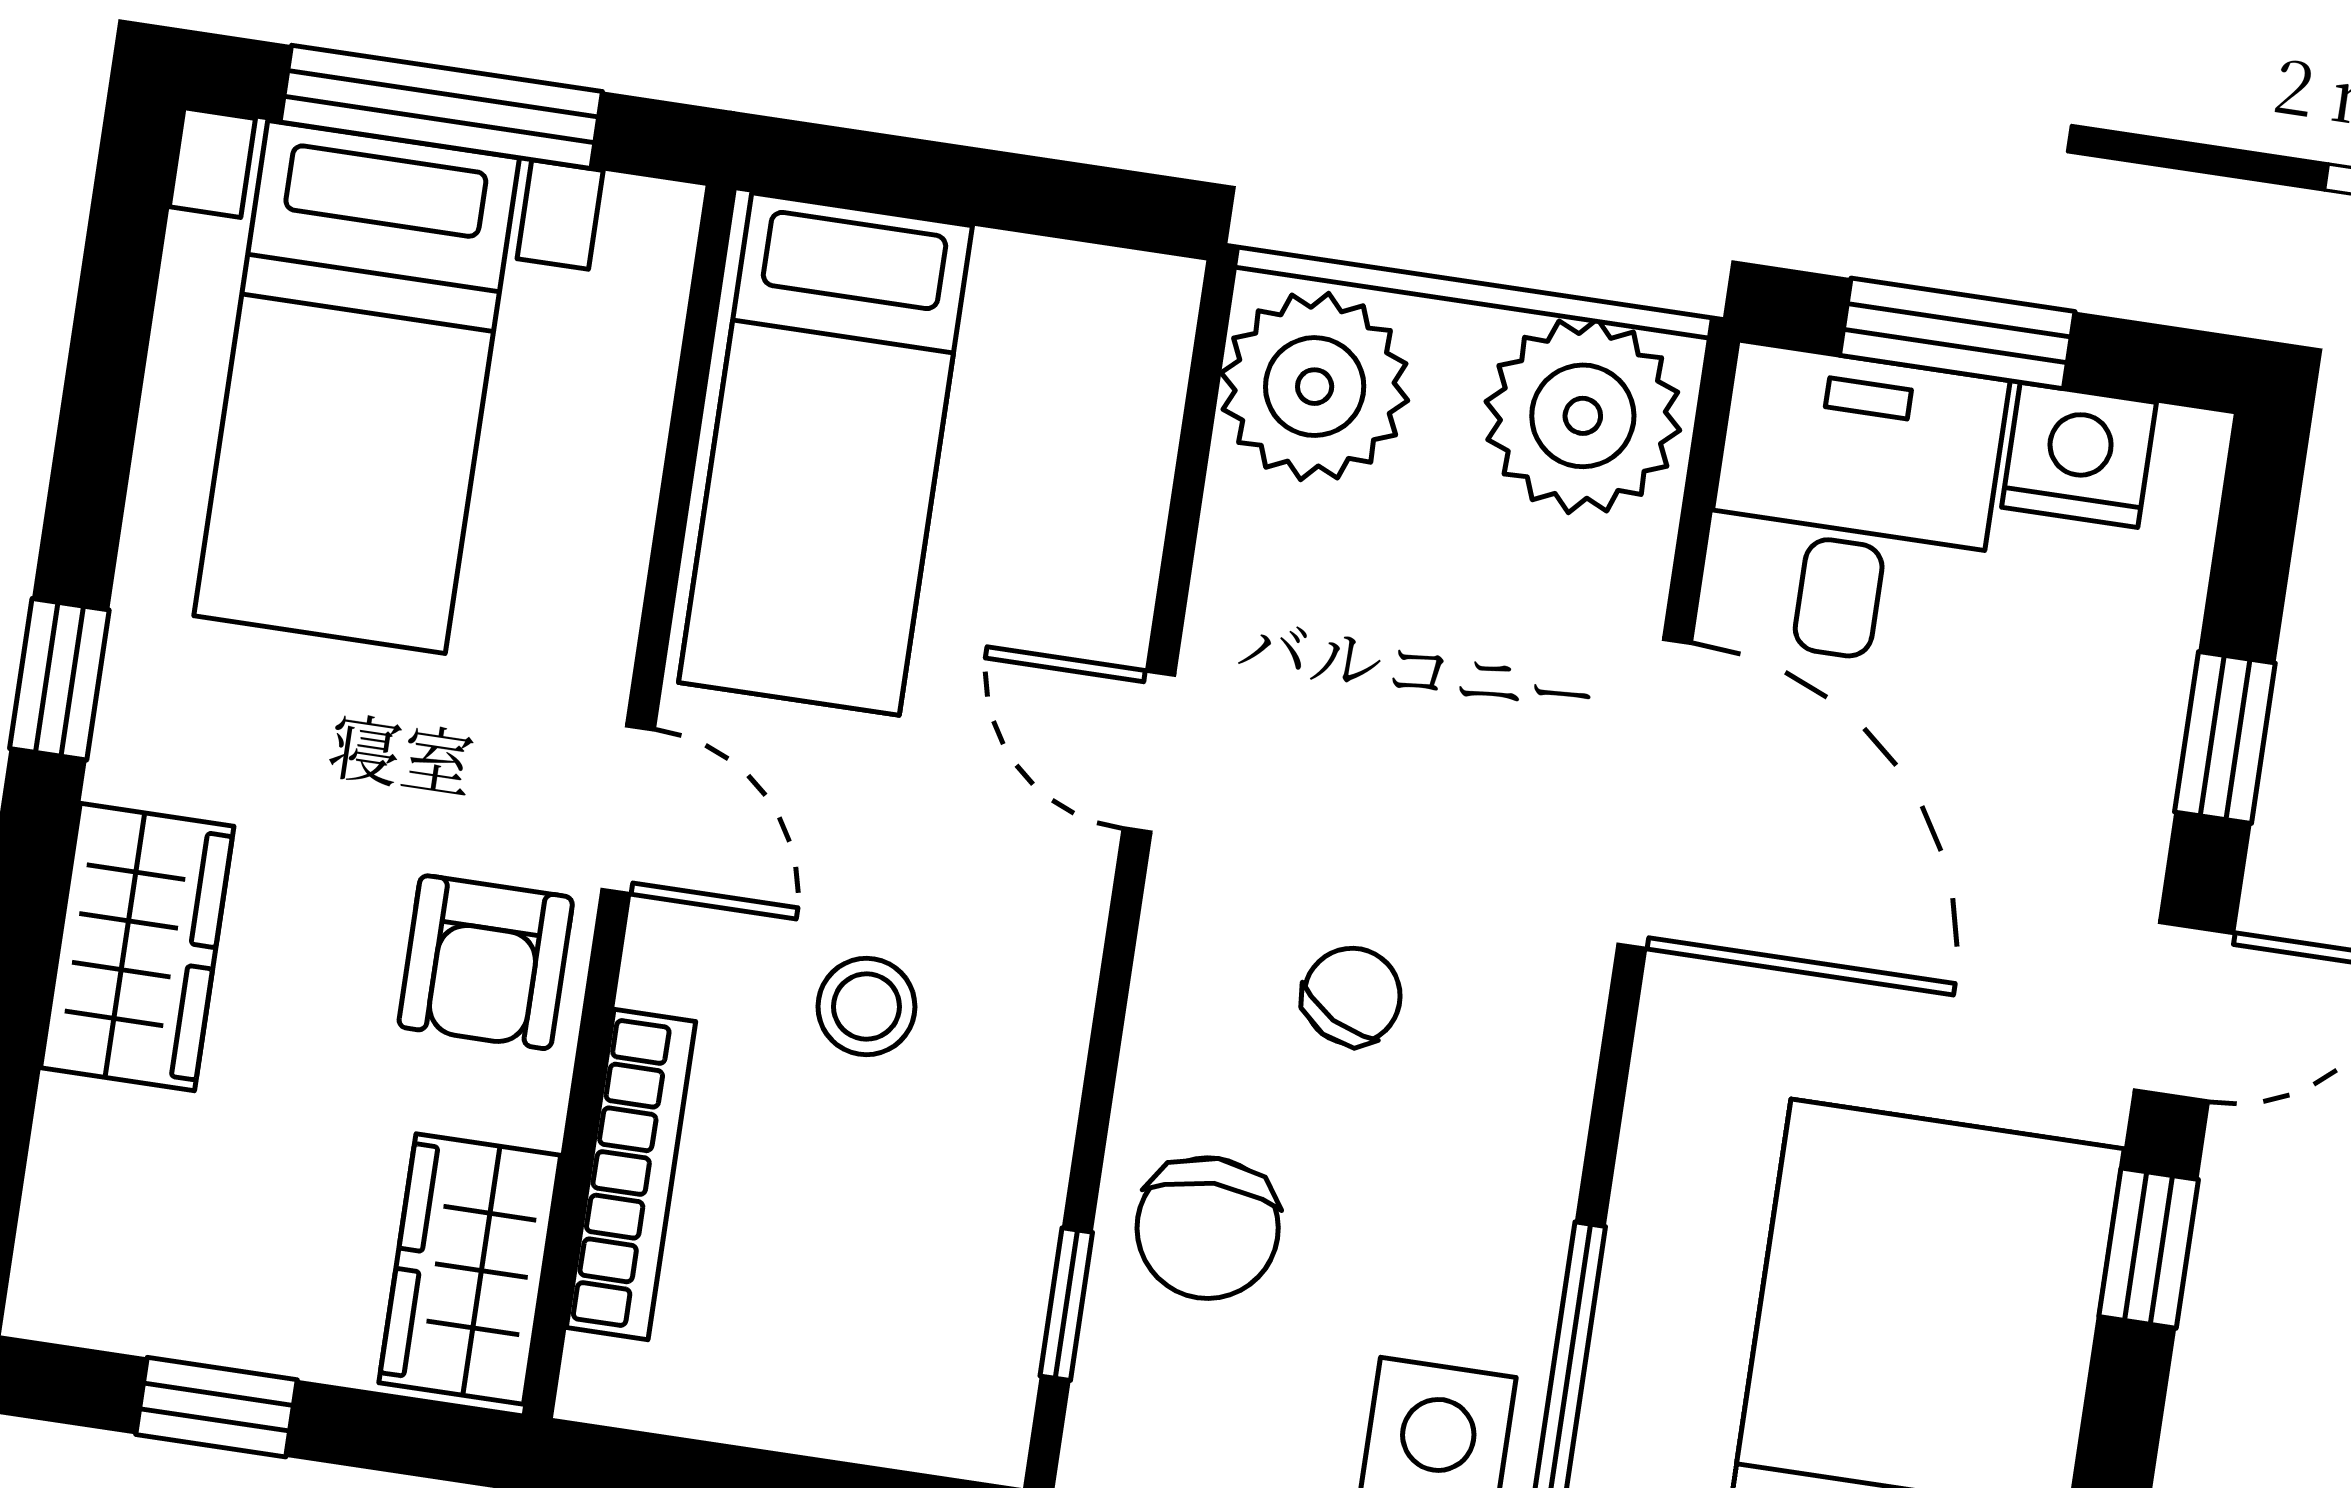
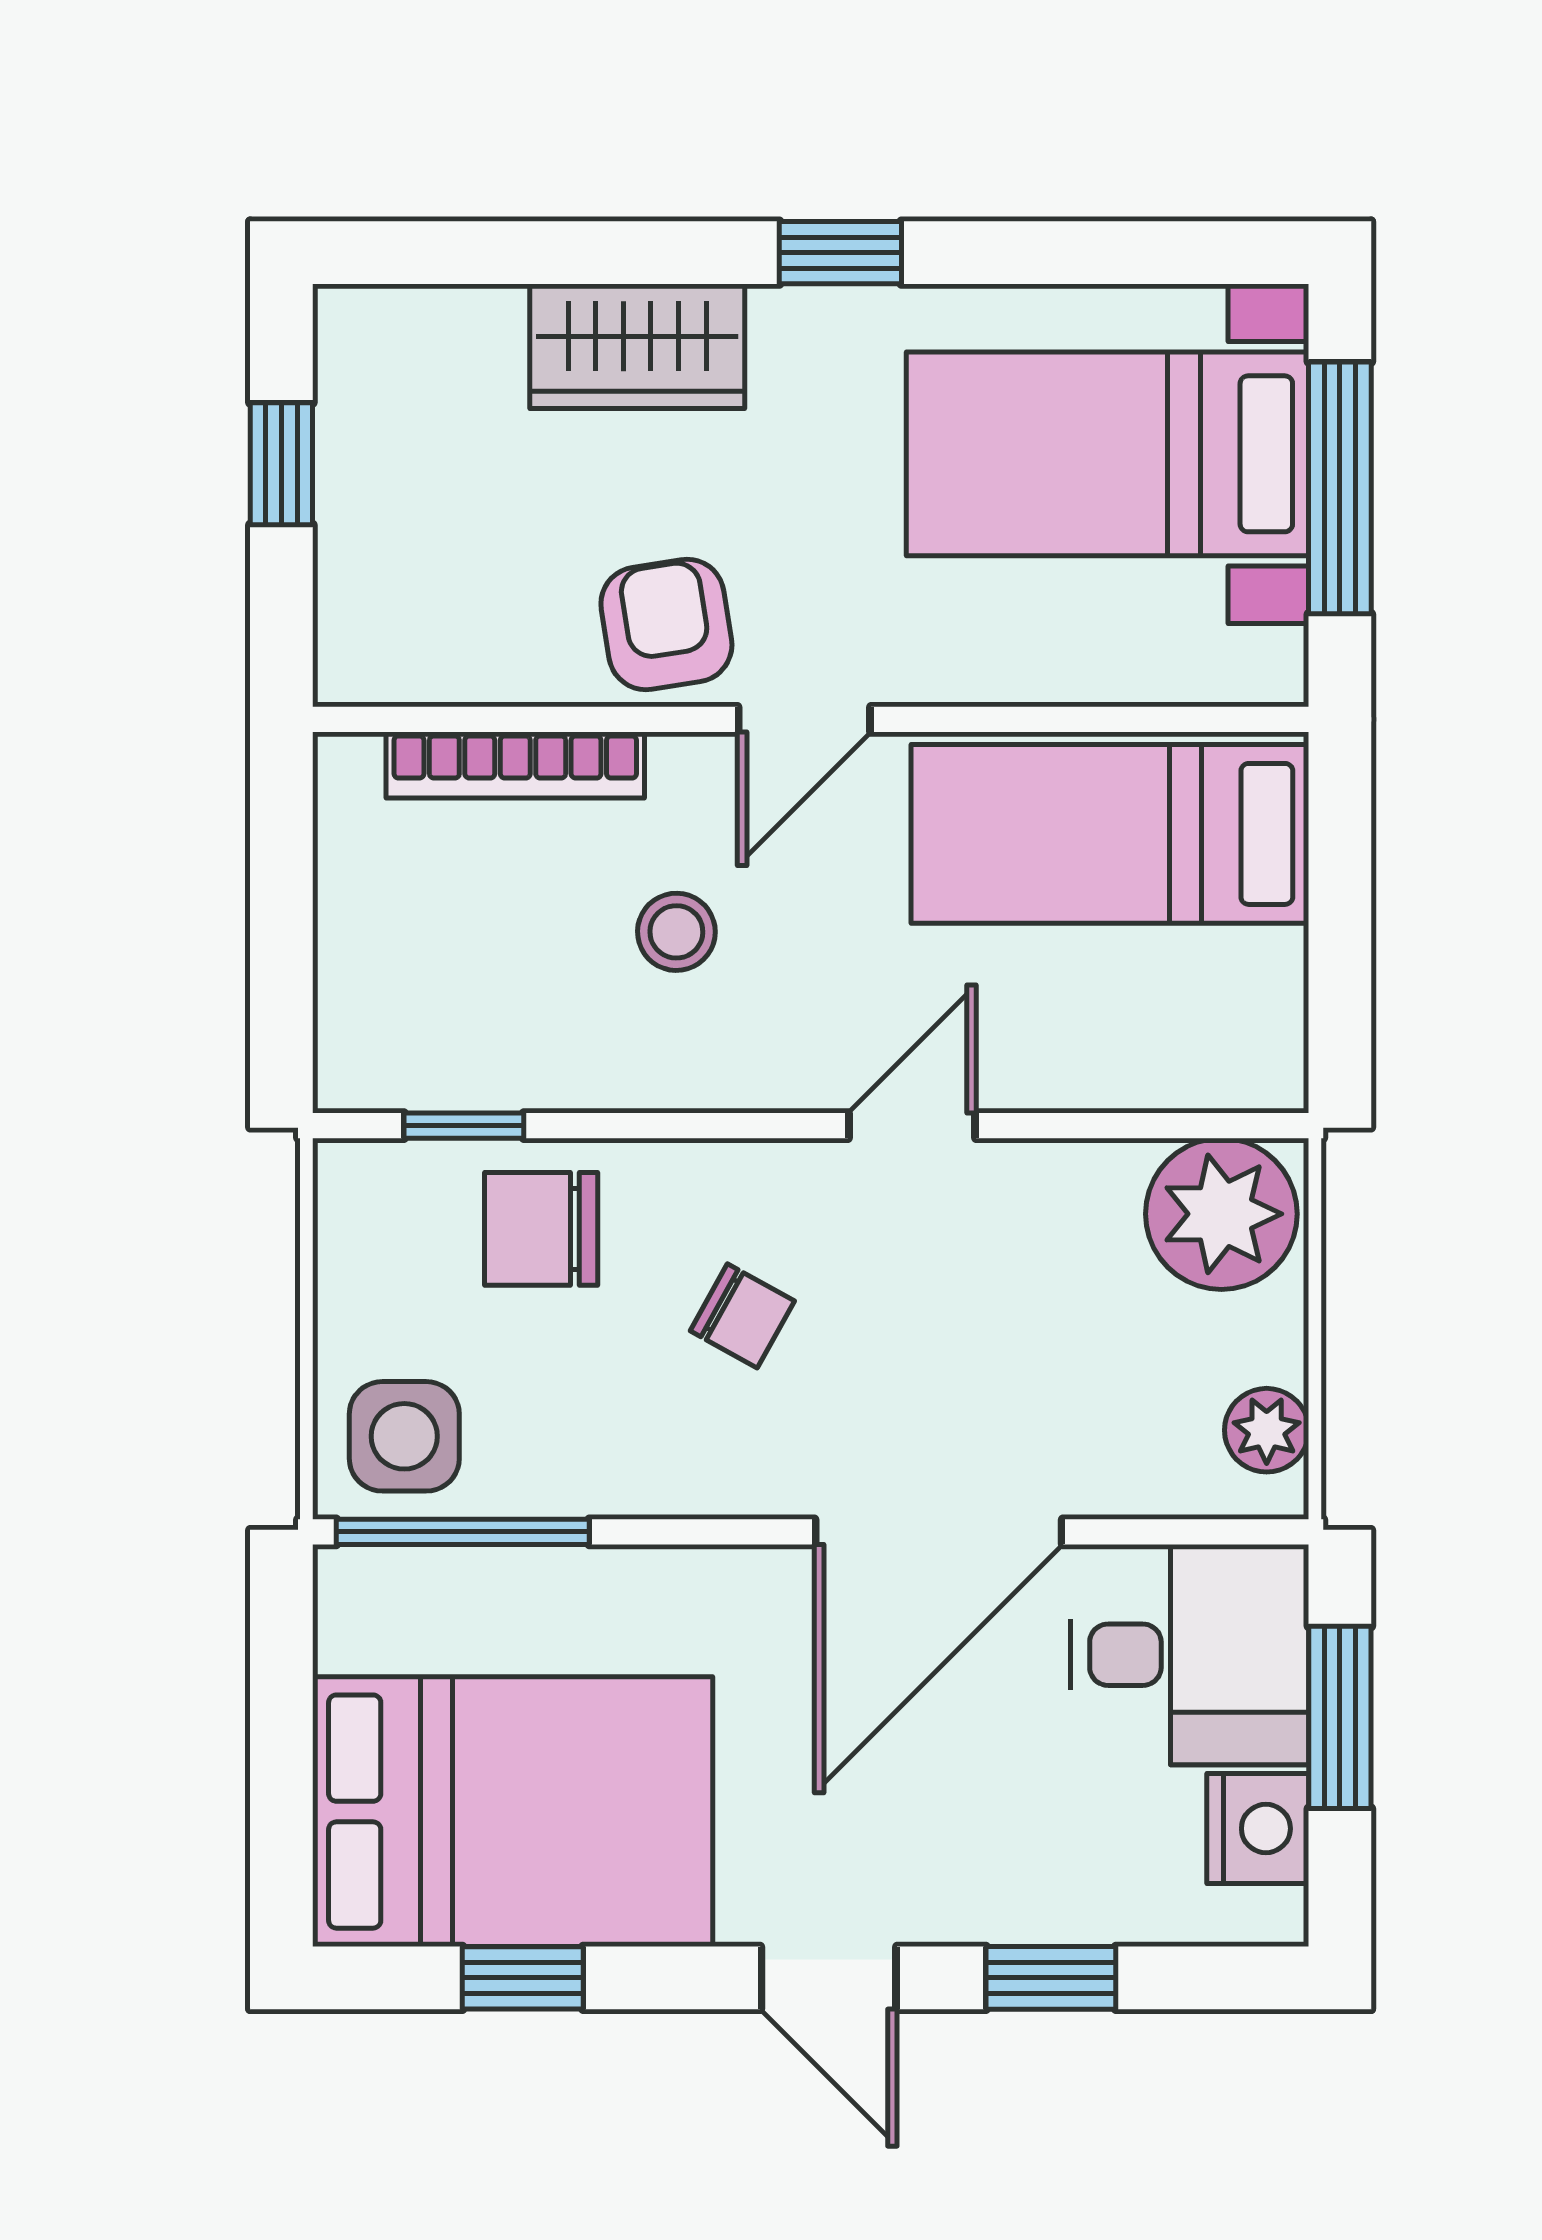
plant: (1583, 416) -> (1267, 1430), width x0.53, depth x0.53
armchair: (486, 962) -> (666, 624), turned 81
window: (2149, 1248) -> (523, 1978), moved
wardrobe: (470, 1269) -> (421, 648), removed

